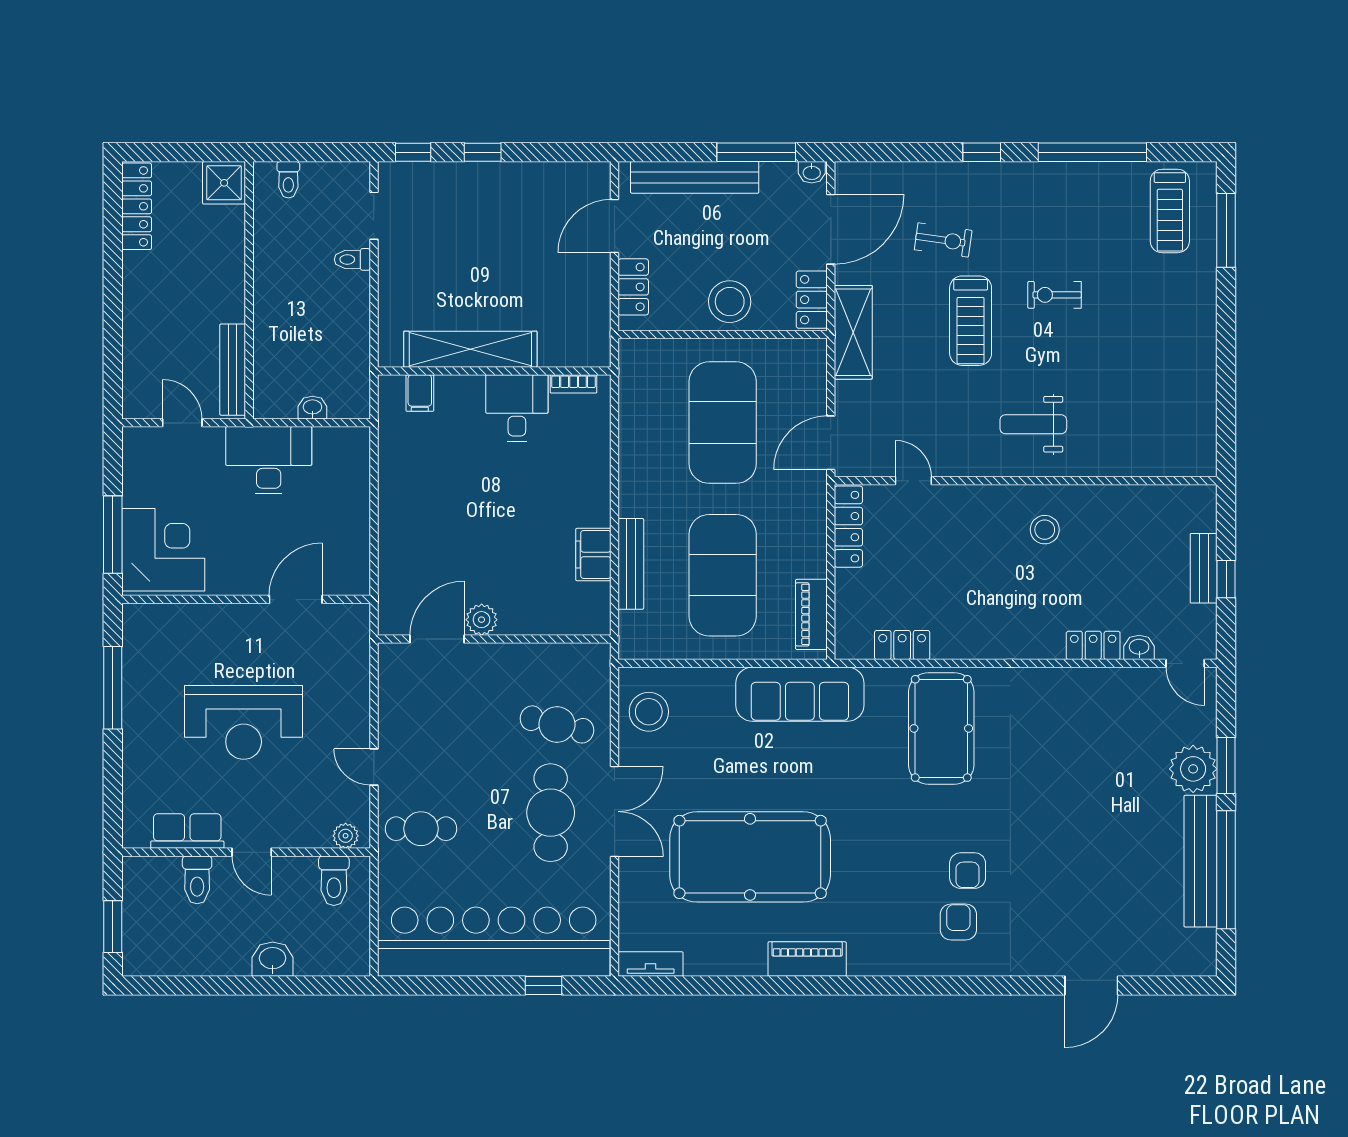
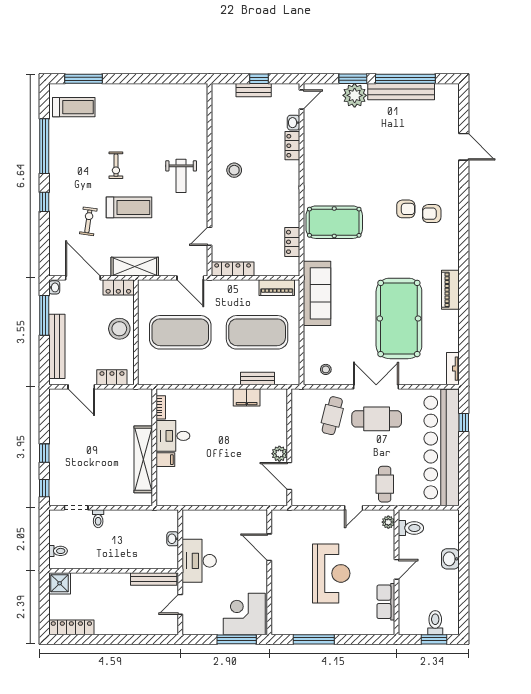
filing cabinet: (420, 393) -> (165, 460), moved
bench: (631, 564) -> (257, 378), width x0.73
stool: (649, 712) -> (326, 369), width x0.53, depth x0.53
toilet: (197, 880) -> (435, 623), moved, turned -90

